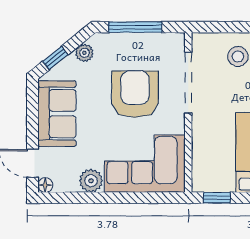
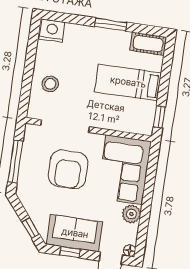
plant: (84, 53) -> (30, 205), removed
armchair: (135, 94) -> (68, 169), turned -90
window: (32, 111) -> (70, 252), added

